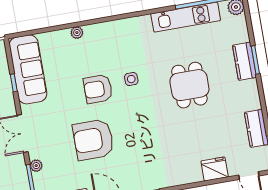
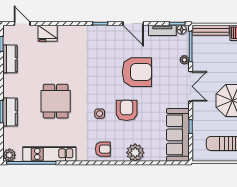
plant: (77, 33) -> (135, 153), width x1.87, depth x1.87
armchair: (119, 35) -> (103, 149), added
armchair: (98, 89) -> (127, 110), turned -90

